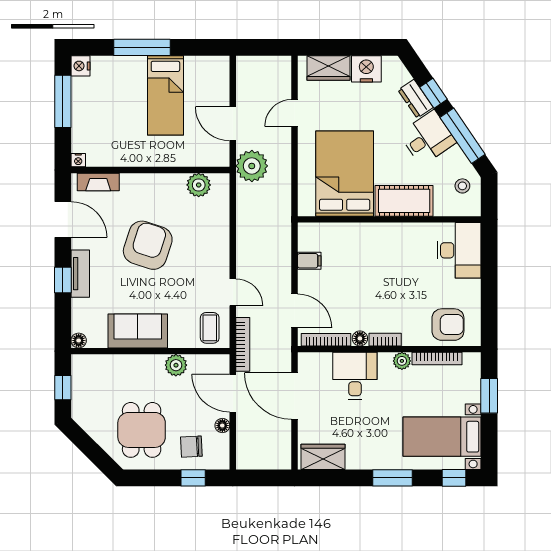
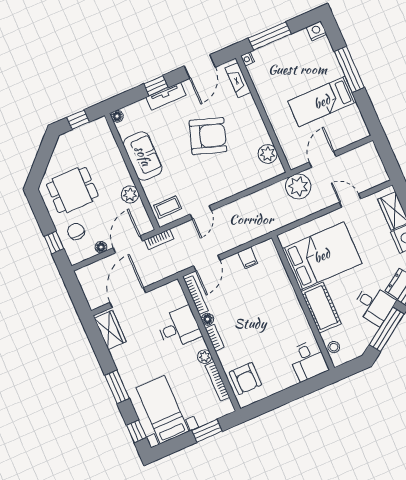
window: (63, 101) -> (270, 36), moved
stool: (462, 186) -> (334, 347), moved
desk: (459, 250) -> (308, 361), width x0.73
bookcase: (243, 344) -> (159, 239), width x0.64
door: (295, 396) -> (128, 298), moved

